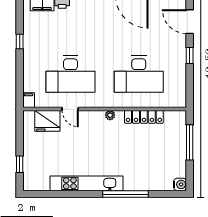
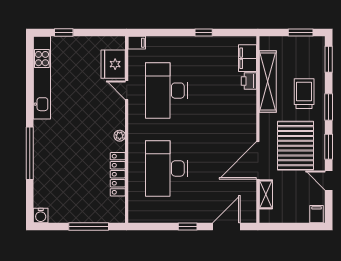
door: (70, 109) -> (127, 90), hinge flipped
kitchen unit: (87, 183) -> (42, 78), moved

